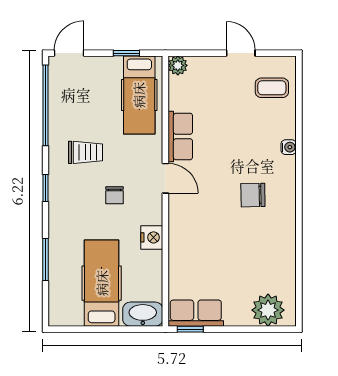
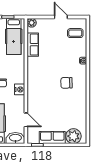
row of seats: (180, 136) -> (33, 45), moved
door: (165, 178) -> (26, 120), moved
nightstand: (152, 237) -> (20, 89), moved
row of seats: (196, 313) -> (52, 138), moved

